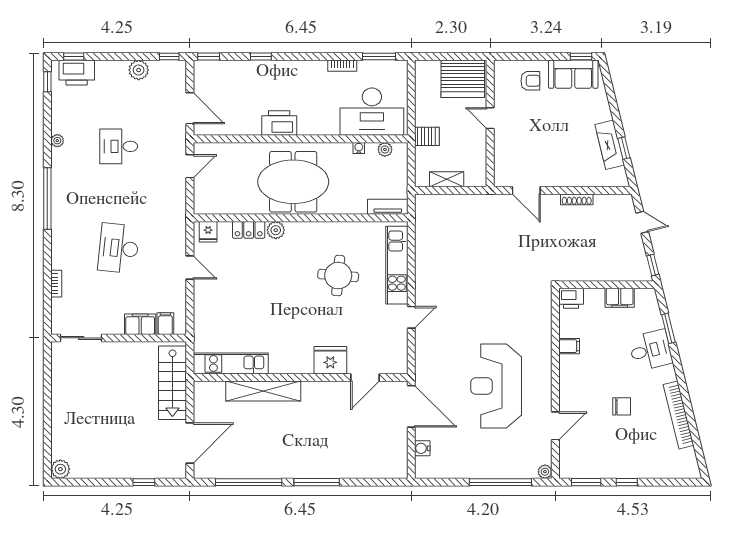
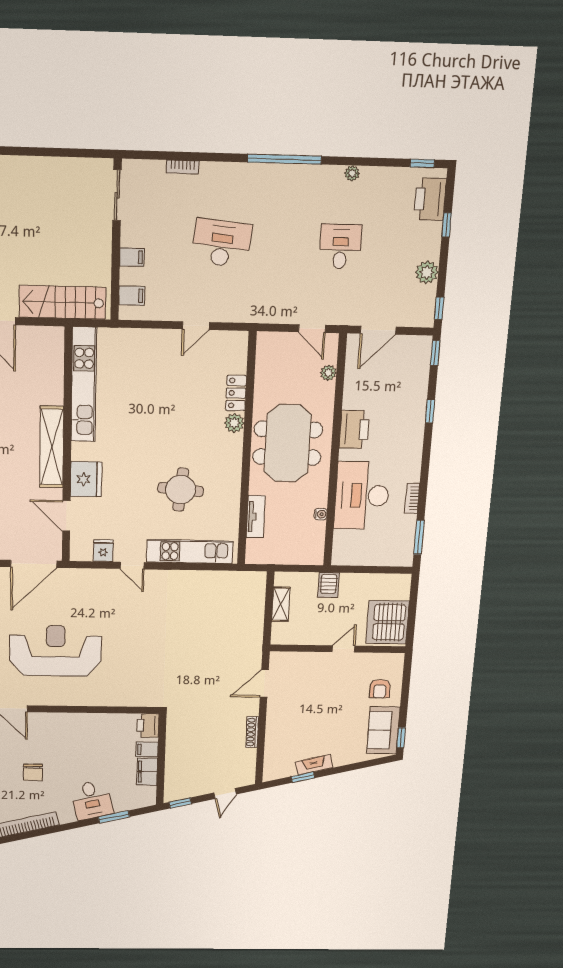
window: (74, 57) -> (447, 225), moved
desk: (372, 112) -> (362, 496), moved
fireplace: (610, 145) -> (314, 765), width x0.73, depth x0.76
plant: (385, 149) -> (328, 373), moved
tv unit: (388, 207) -> (256, 517), moved
fridge: (208, 232) -> (103, 551), moved, turned 90
filing cabinet: (140, 324) -> (132, 257), width x0.50
filing cabinet: (569, 346) -> (147, 749), moved, turned 90
kitchen unit: (231, 363) -> (84, 385), width x1.36
shelving: (263, 391) -> (52, 447), moved

